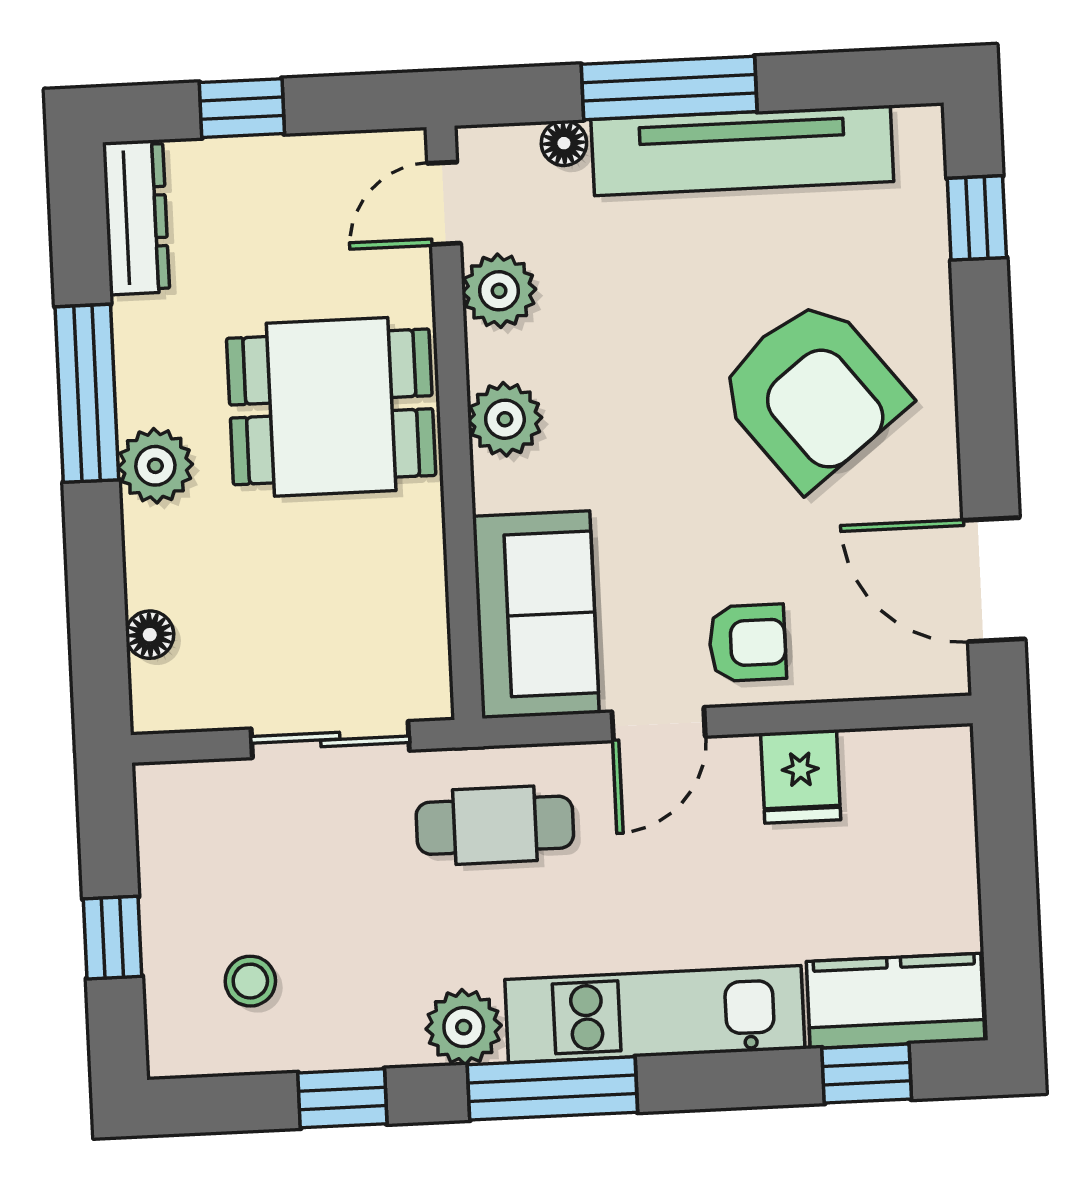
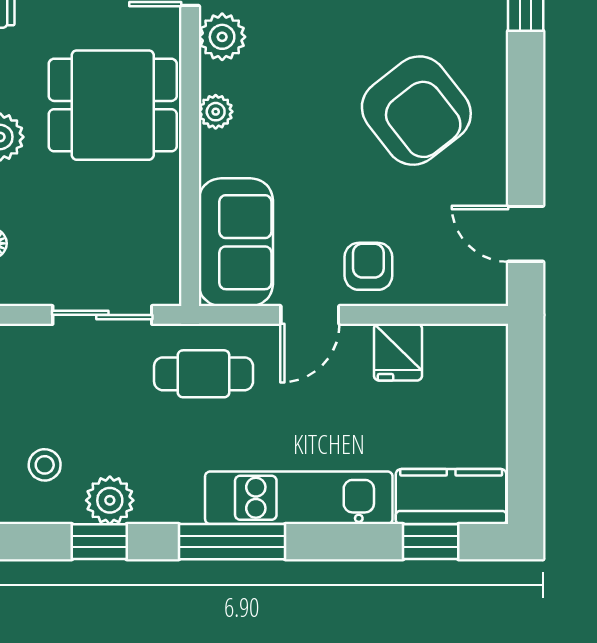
plant: (505, 419) -> (216, 112), width x0.73, depth x0.73
door: (994, 580) -> (526, 234), width x0.73
armchair: (748, 643) -> (368, 266), turned -90
plant: (464, 1027) -> (110, 500), moved

